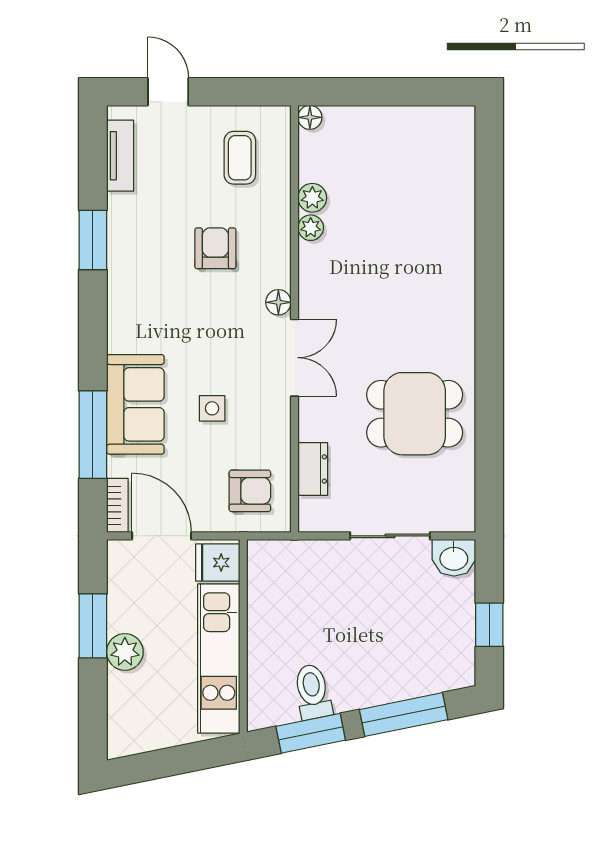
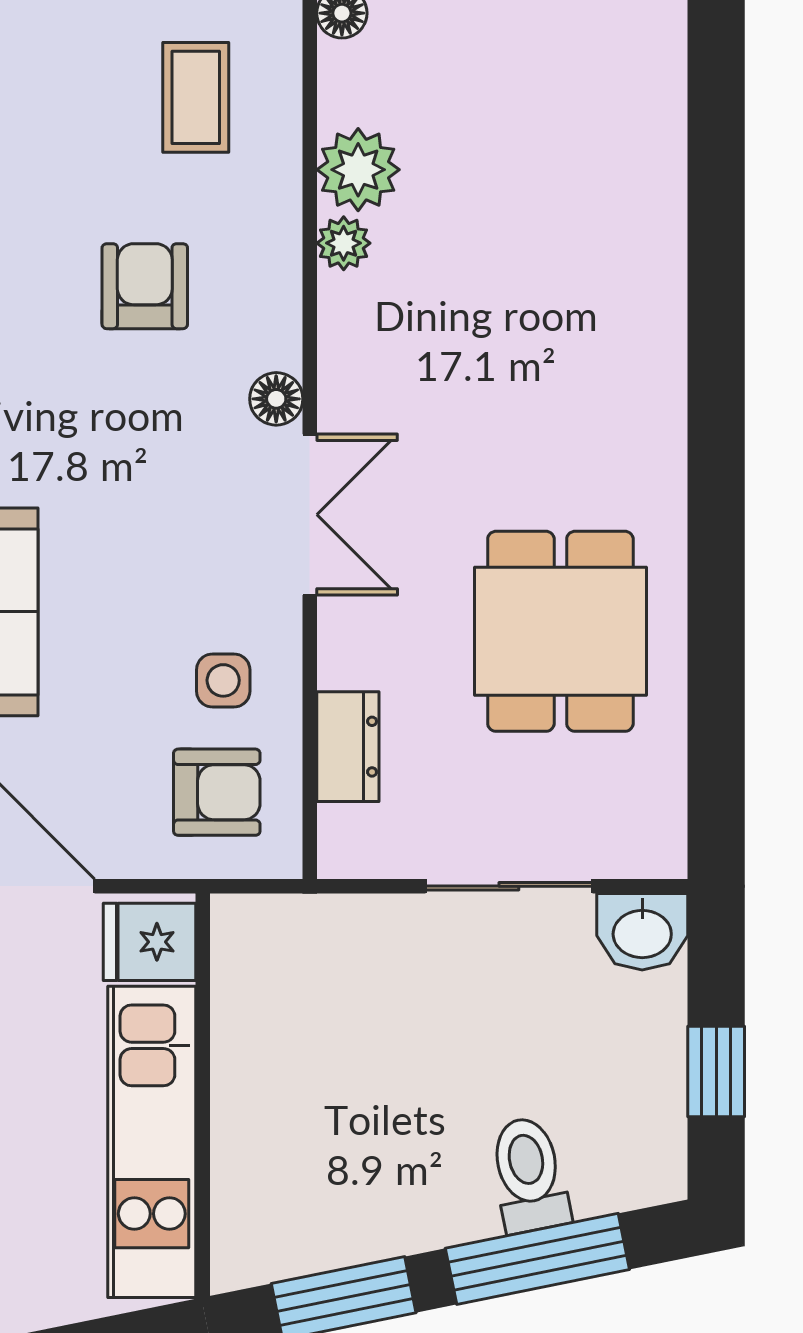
plant: (312, 198) -> (358, 170), width x1.38, depth x1.38
side table: (212, 408) -> (223, 680), moved
dining table: (415, 414) -> (560, 631), turned 90
toilet: (313, 692) -> (529, 1175), moved

